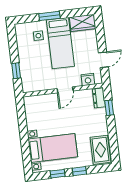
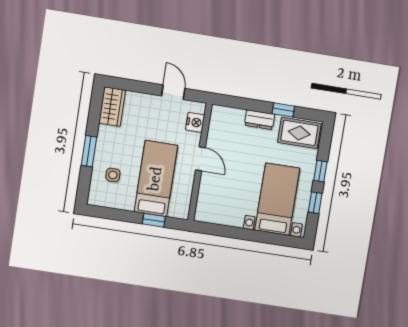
bed: (60, 43) -> (156, 179), moved, turned -90
dresser: (99, 98) -> (260, 120), moved
window: (109, 108) -> (283, 110), moved

